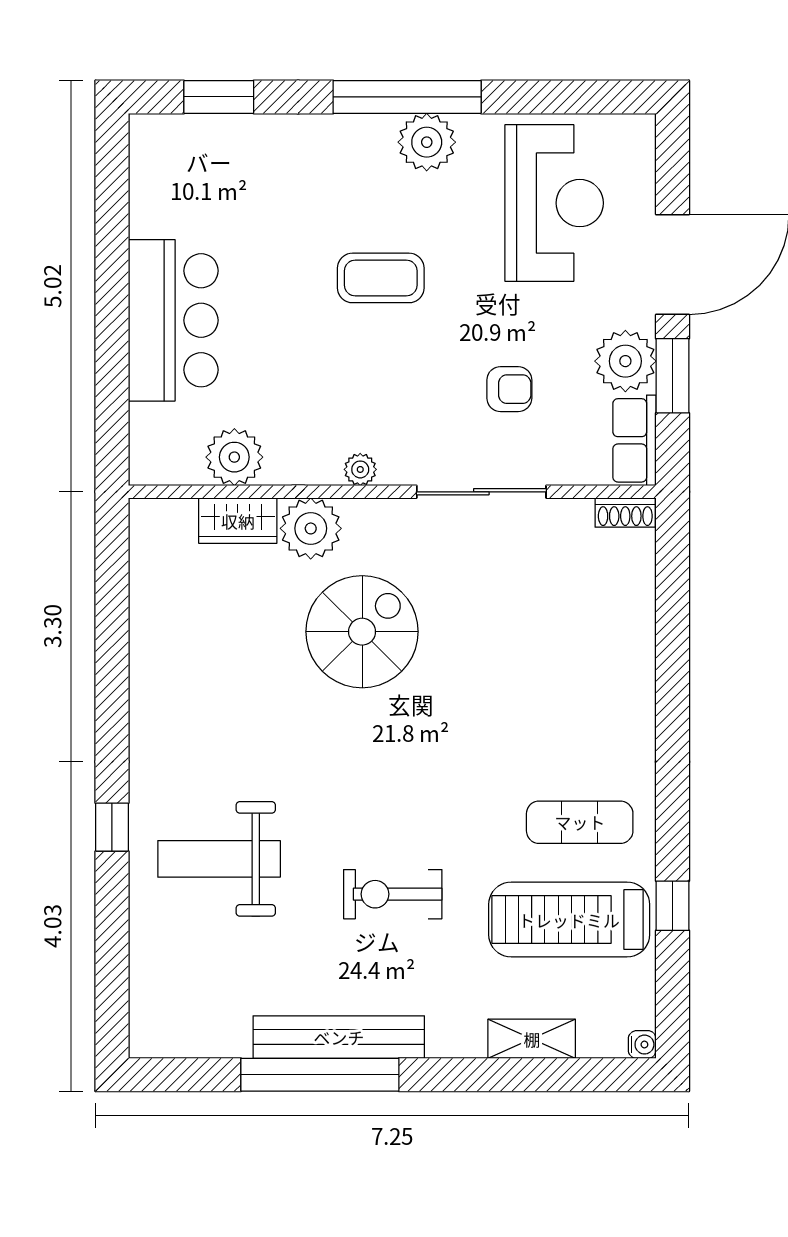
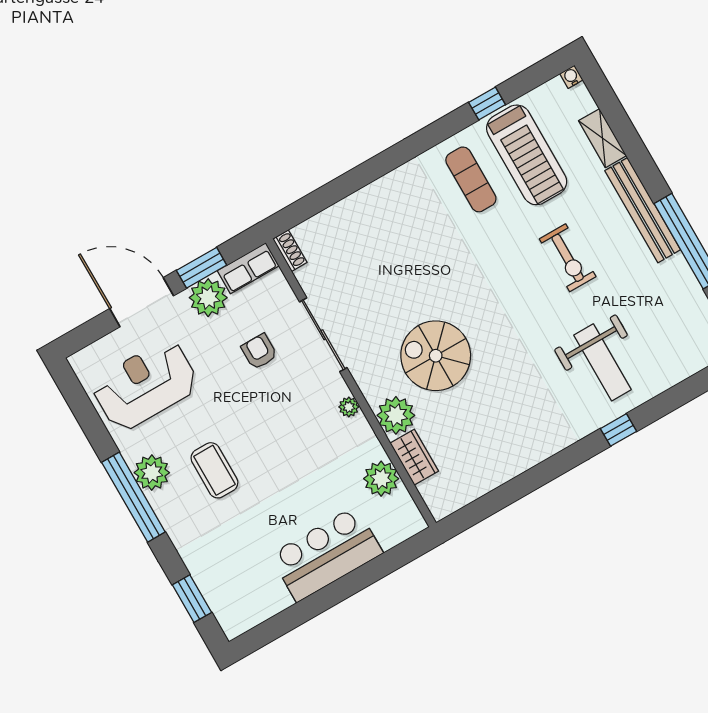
coffee table: (381, 278) -> (214, 470), moved
bench: (339, 1037) -> (643, 210), moved

